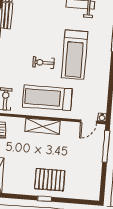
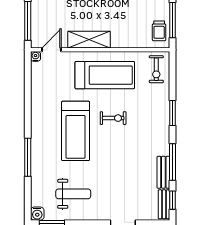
treadmill: (75, 55) -> (76, 131), turned 180
shelving: (43, 126) -> (89, 40), moved

